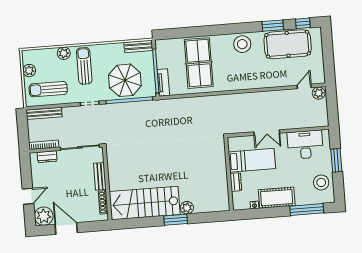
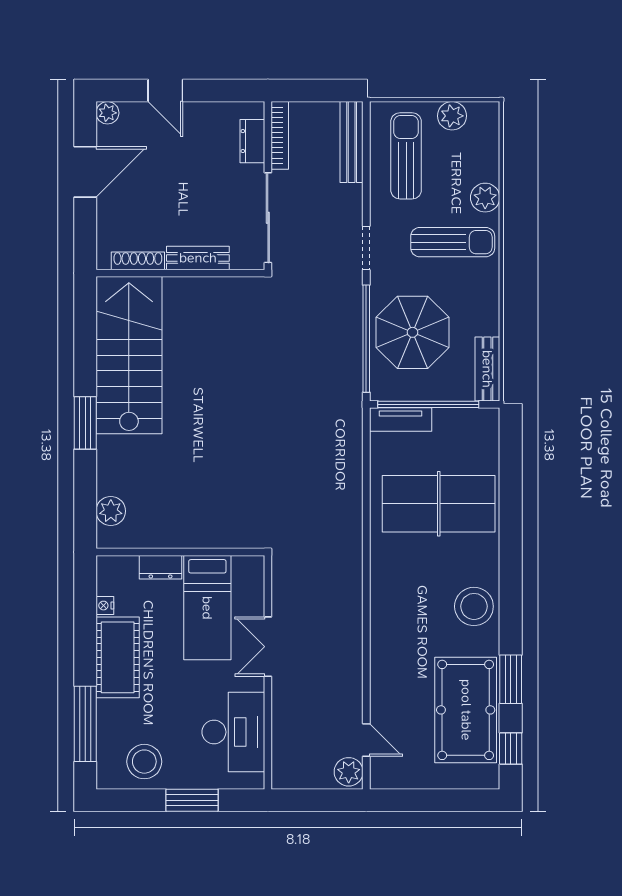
plant: (187, 208) -> (111, 511), moved
plant: (44, 216) -> (107, 113), width x0.53, depth x0.53

